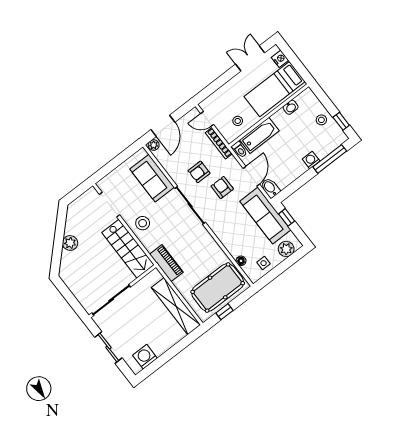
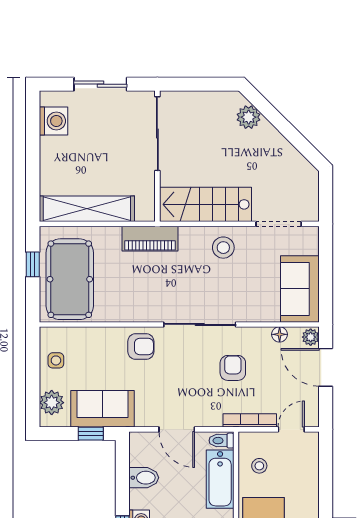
sofa: (152, 178) -> (300, 289), moved, turned -90
armchair: (222, 188) -> (141, 346), moved
bidet: (270, 188) -> (144, 478), moved
sofa: (265, 216) -> (102, 409), width x0.73
plant: (70, 243) -> (249, 117), moved
floor lamp: (241, 261) -> (280, 334), moved

